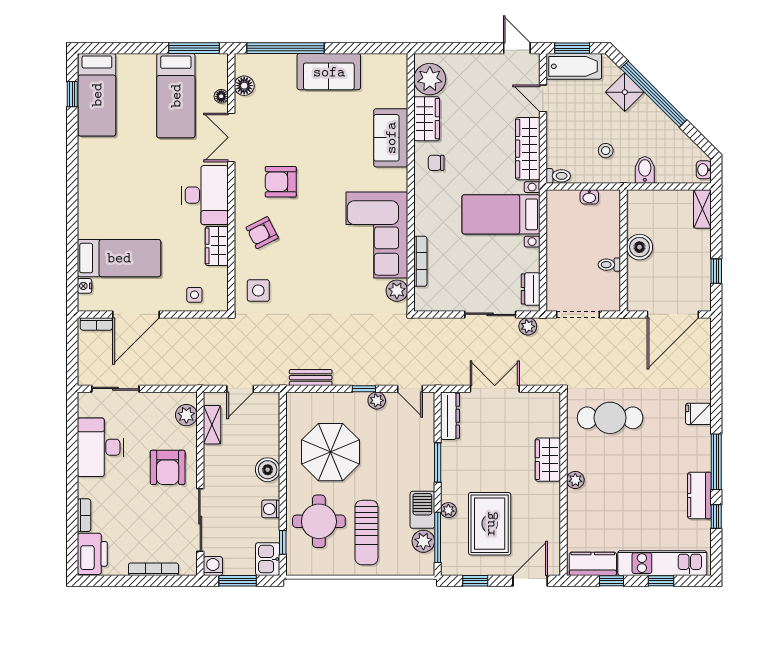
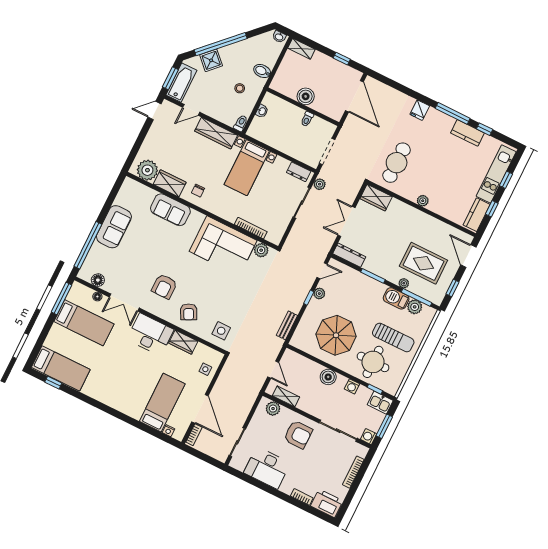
wardrobe: (548, 460) -> (376, 198), moved

